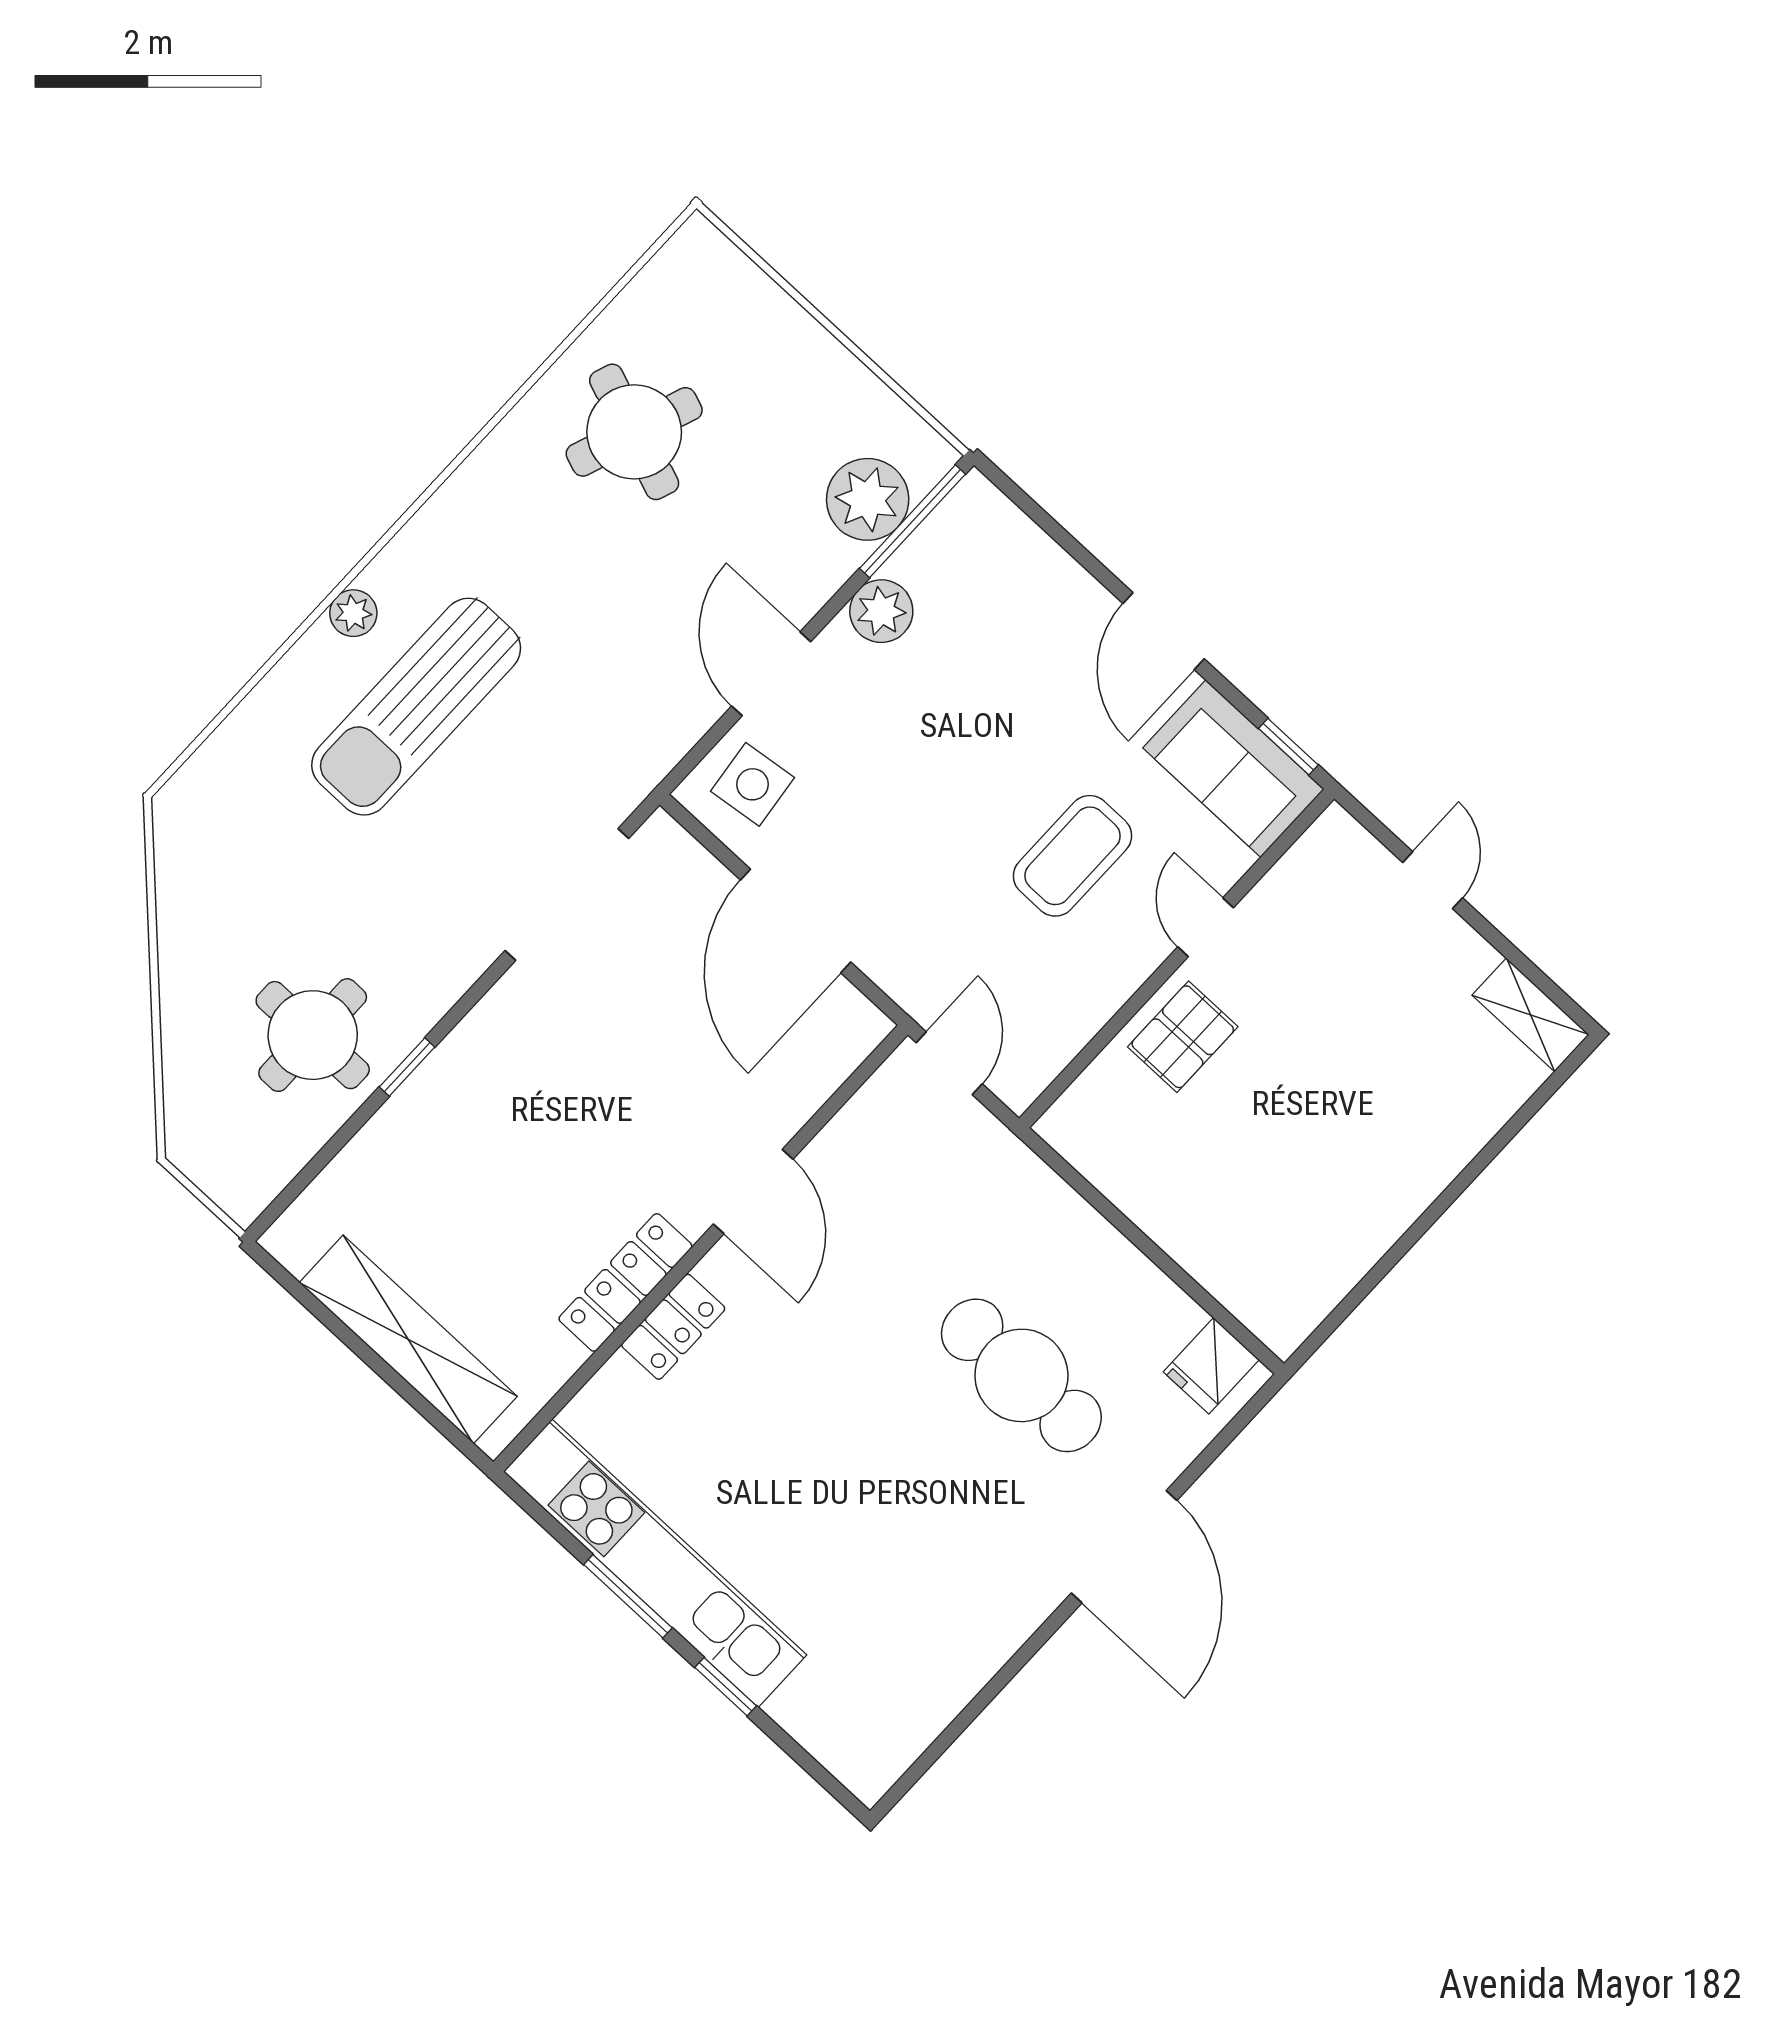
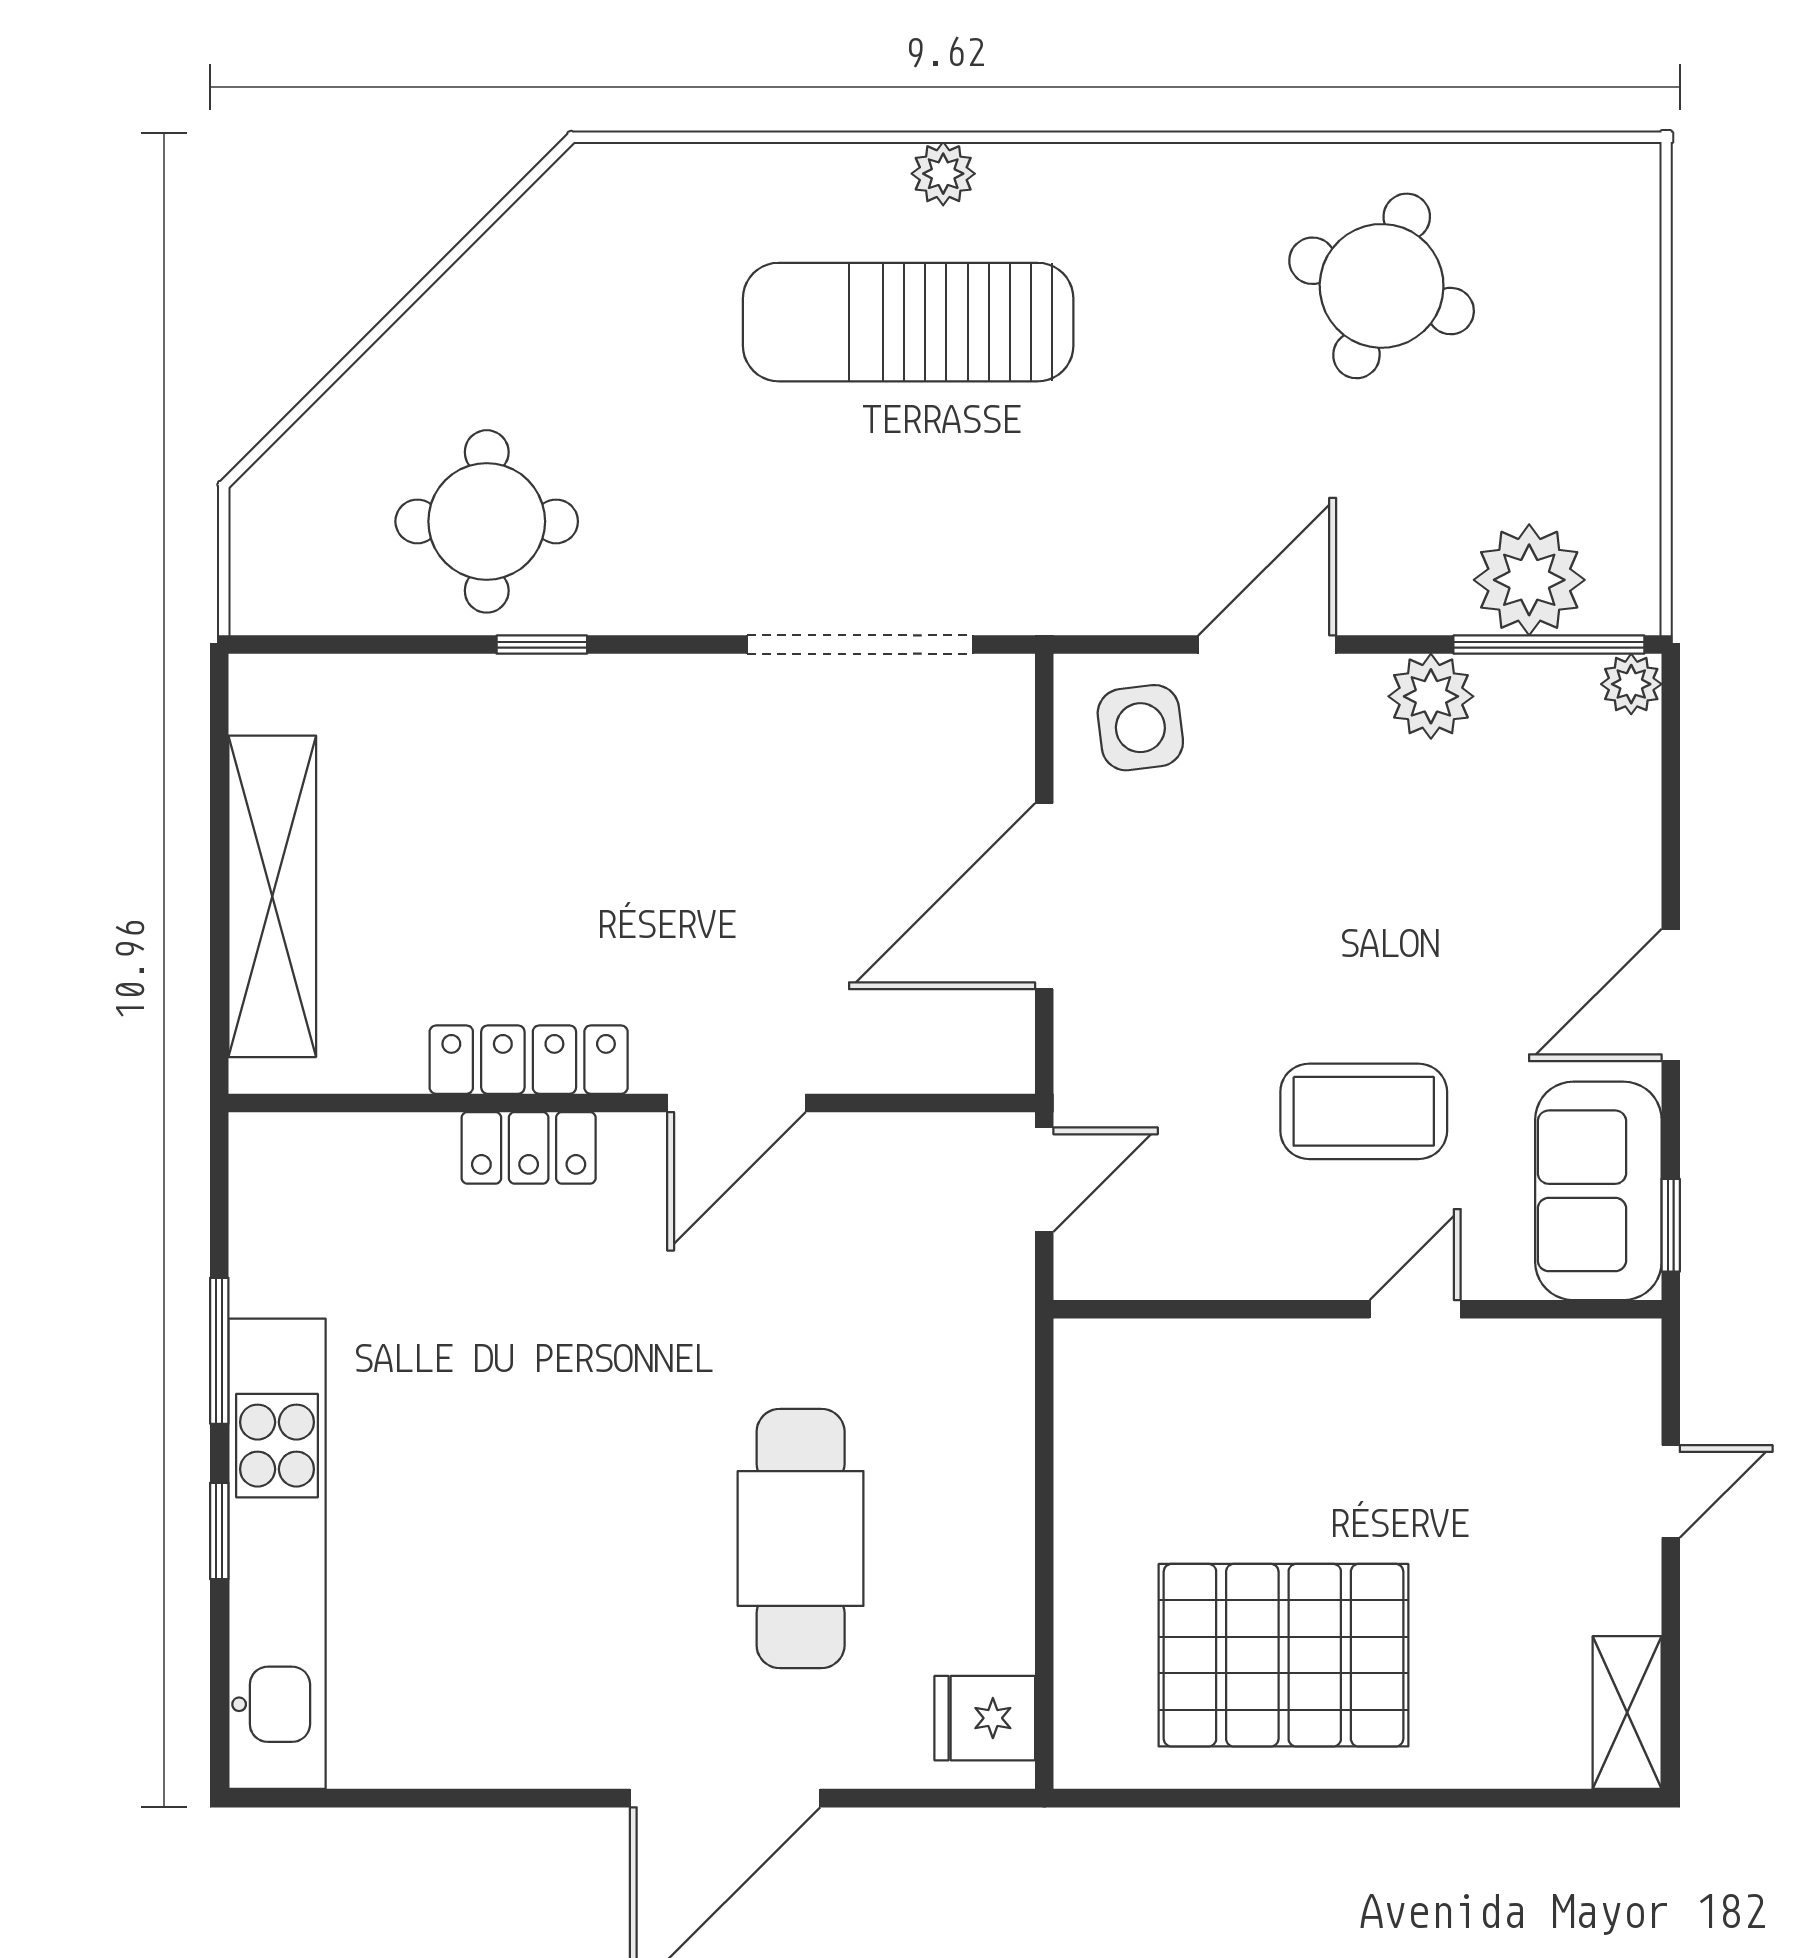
plant: (975, 496) -> (1631, 684), added
pallet: (1183, 1037) -> (1284, 1655), moved, width x2.05, depth x2.00
kitchen unit: (655, 1563) -> (277, 1554), moved

